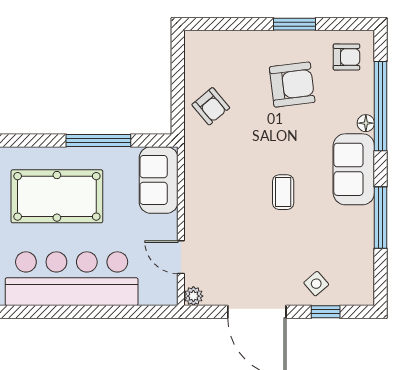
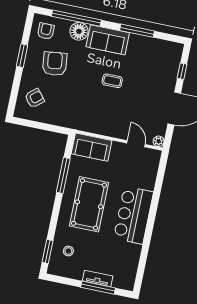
armchair: (211, 106) -> (34, 98), moved
floor lamp: (366, 123) -> (79, 31), width x1.89, depth x1.89
door: (181, 257) -> (136, 144), swing flipped
bar counter: (72, 279) -> (133, 215), width x0.73
side table: (316, 284) -> (166, 73), removed

